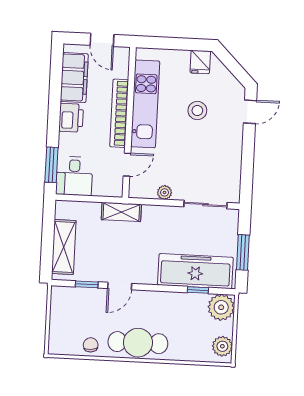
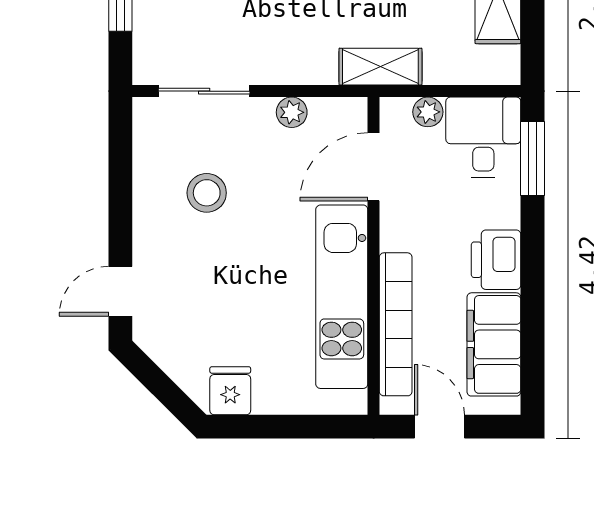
stool: (197, 111) -> (207, 193), moved
bookcase: (119, 113) -> (396, 324), moved
door: (127, 165) -> (374, 167), width x1.38
plant: (100, 189) -> (428, 112), added

